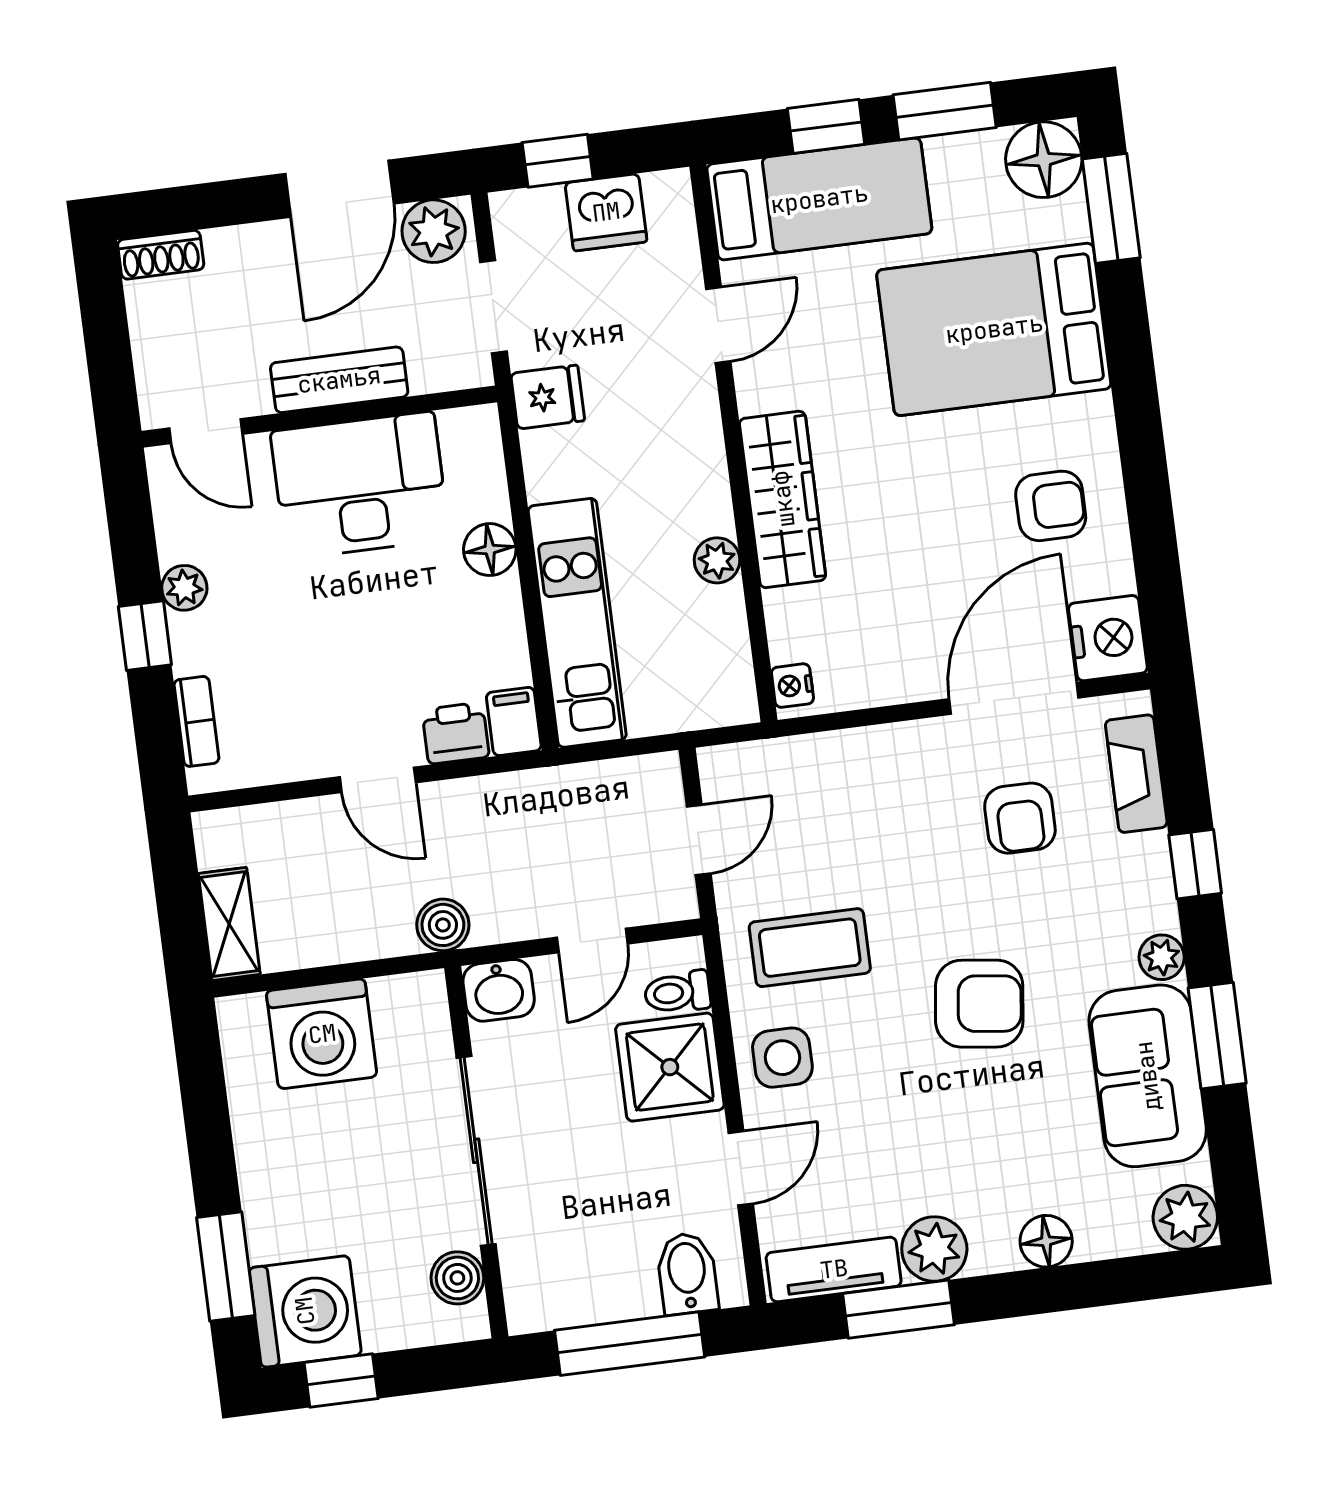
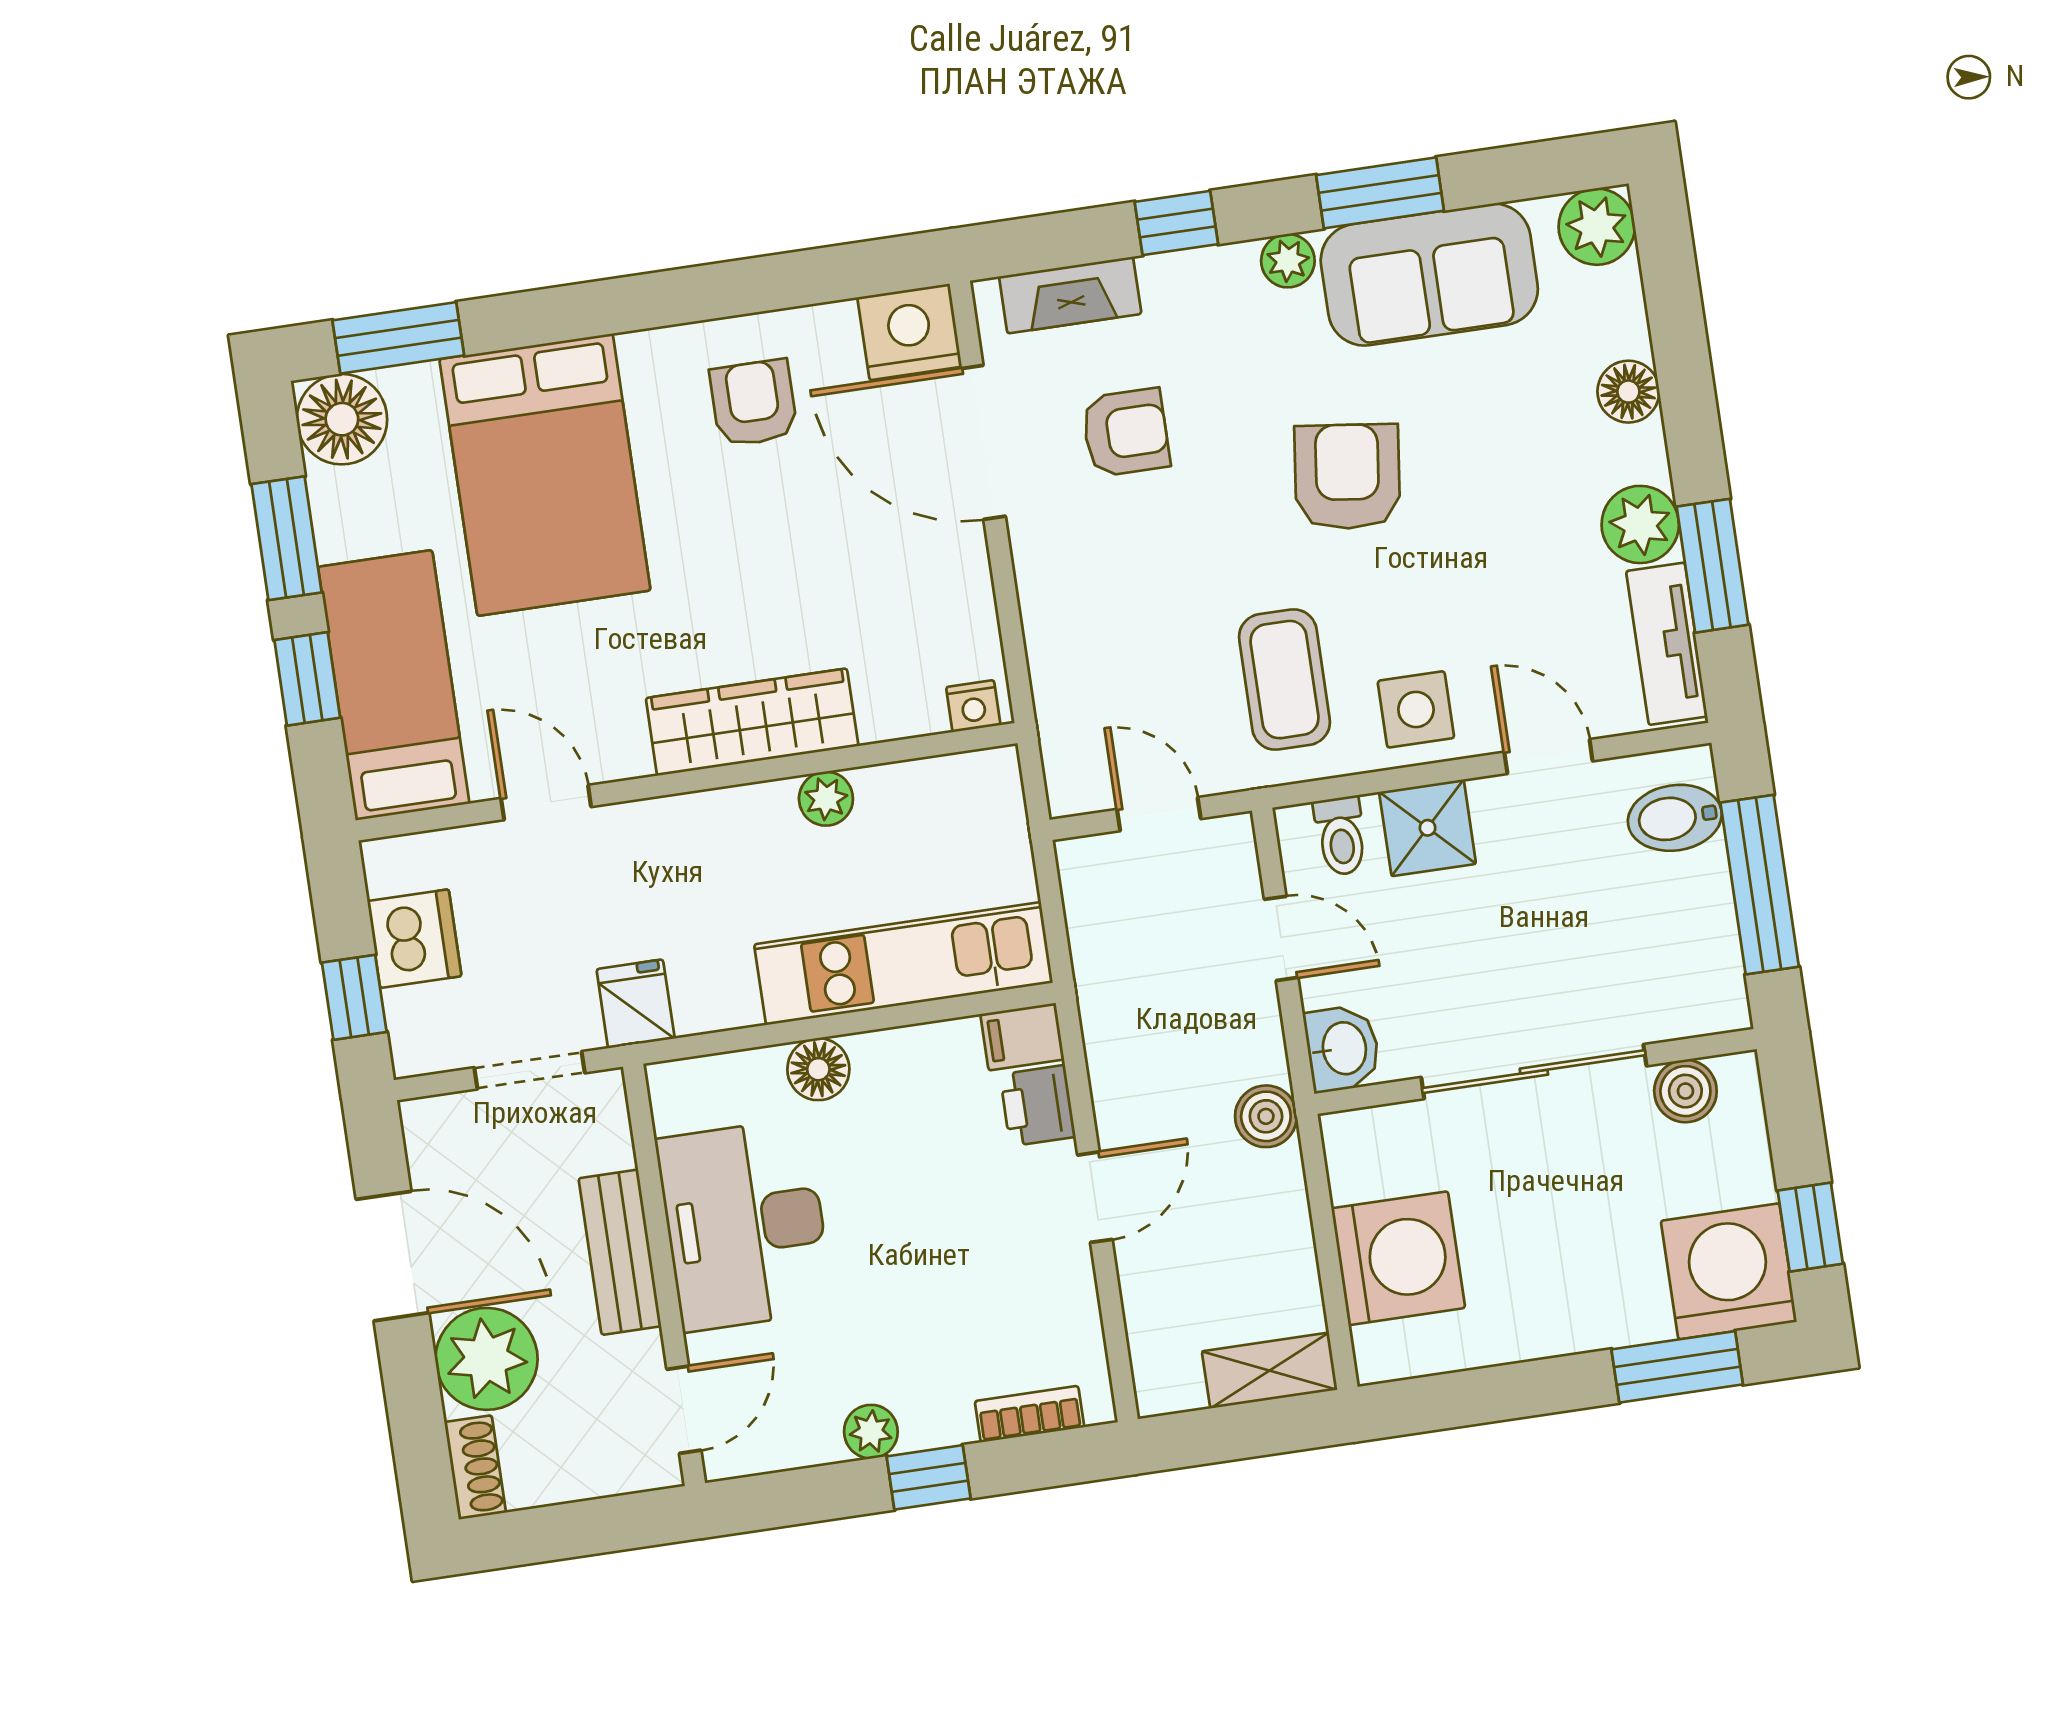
plant: (434, 231) -> (487, 1359), moved, width x1.36, depth x1.36
shower: (670, 1067) -> (1428, 828), width x0.73, depth x0.73

